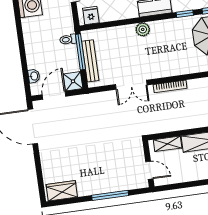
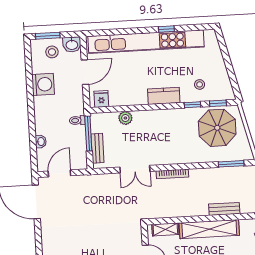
plant: (143, 29) -> (125, 118), moved
bench: (90, 61) -> (97, 148), width x0.73
washbasin: (34, 76) -> (41, 142), moved
shower: (73, 81) -> (79, 161), removed

